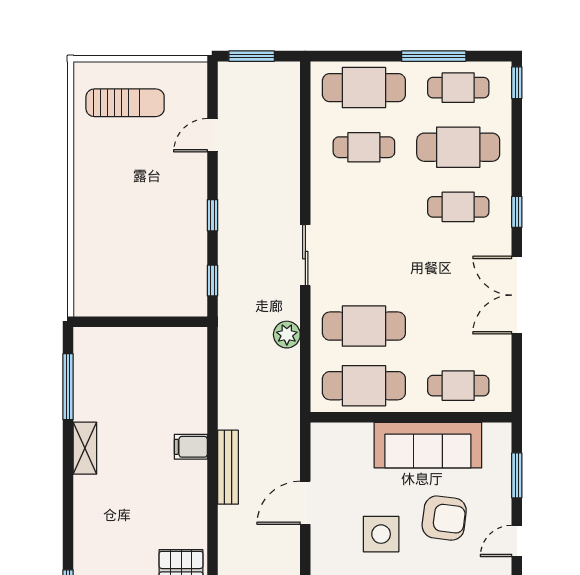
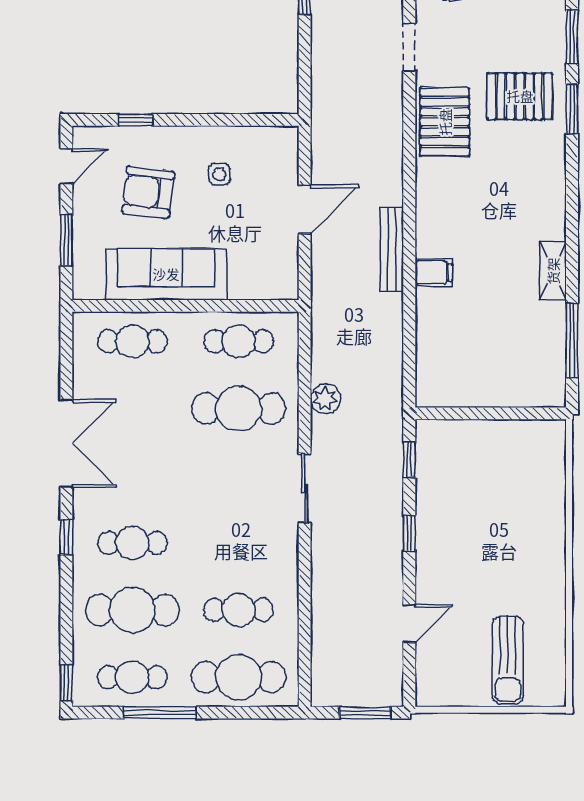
sun lounger: (125, 103) -> (508, 660), turned -90
cafe table: (364, 386) -> (239, 341), width x0.73, depth x0.74
side table: (381, 534) -> (219, 174), width x0.54, depth x0.54

